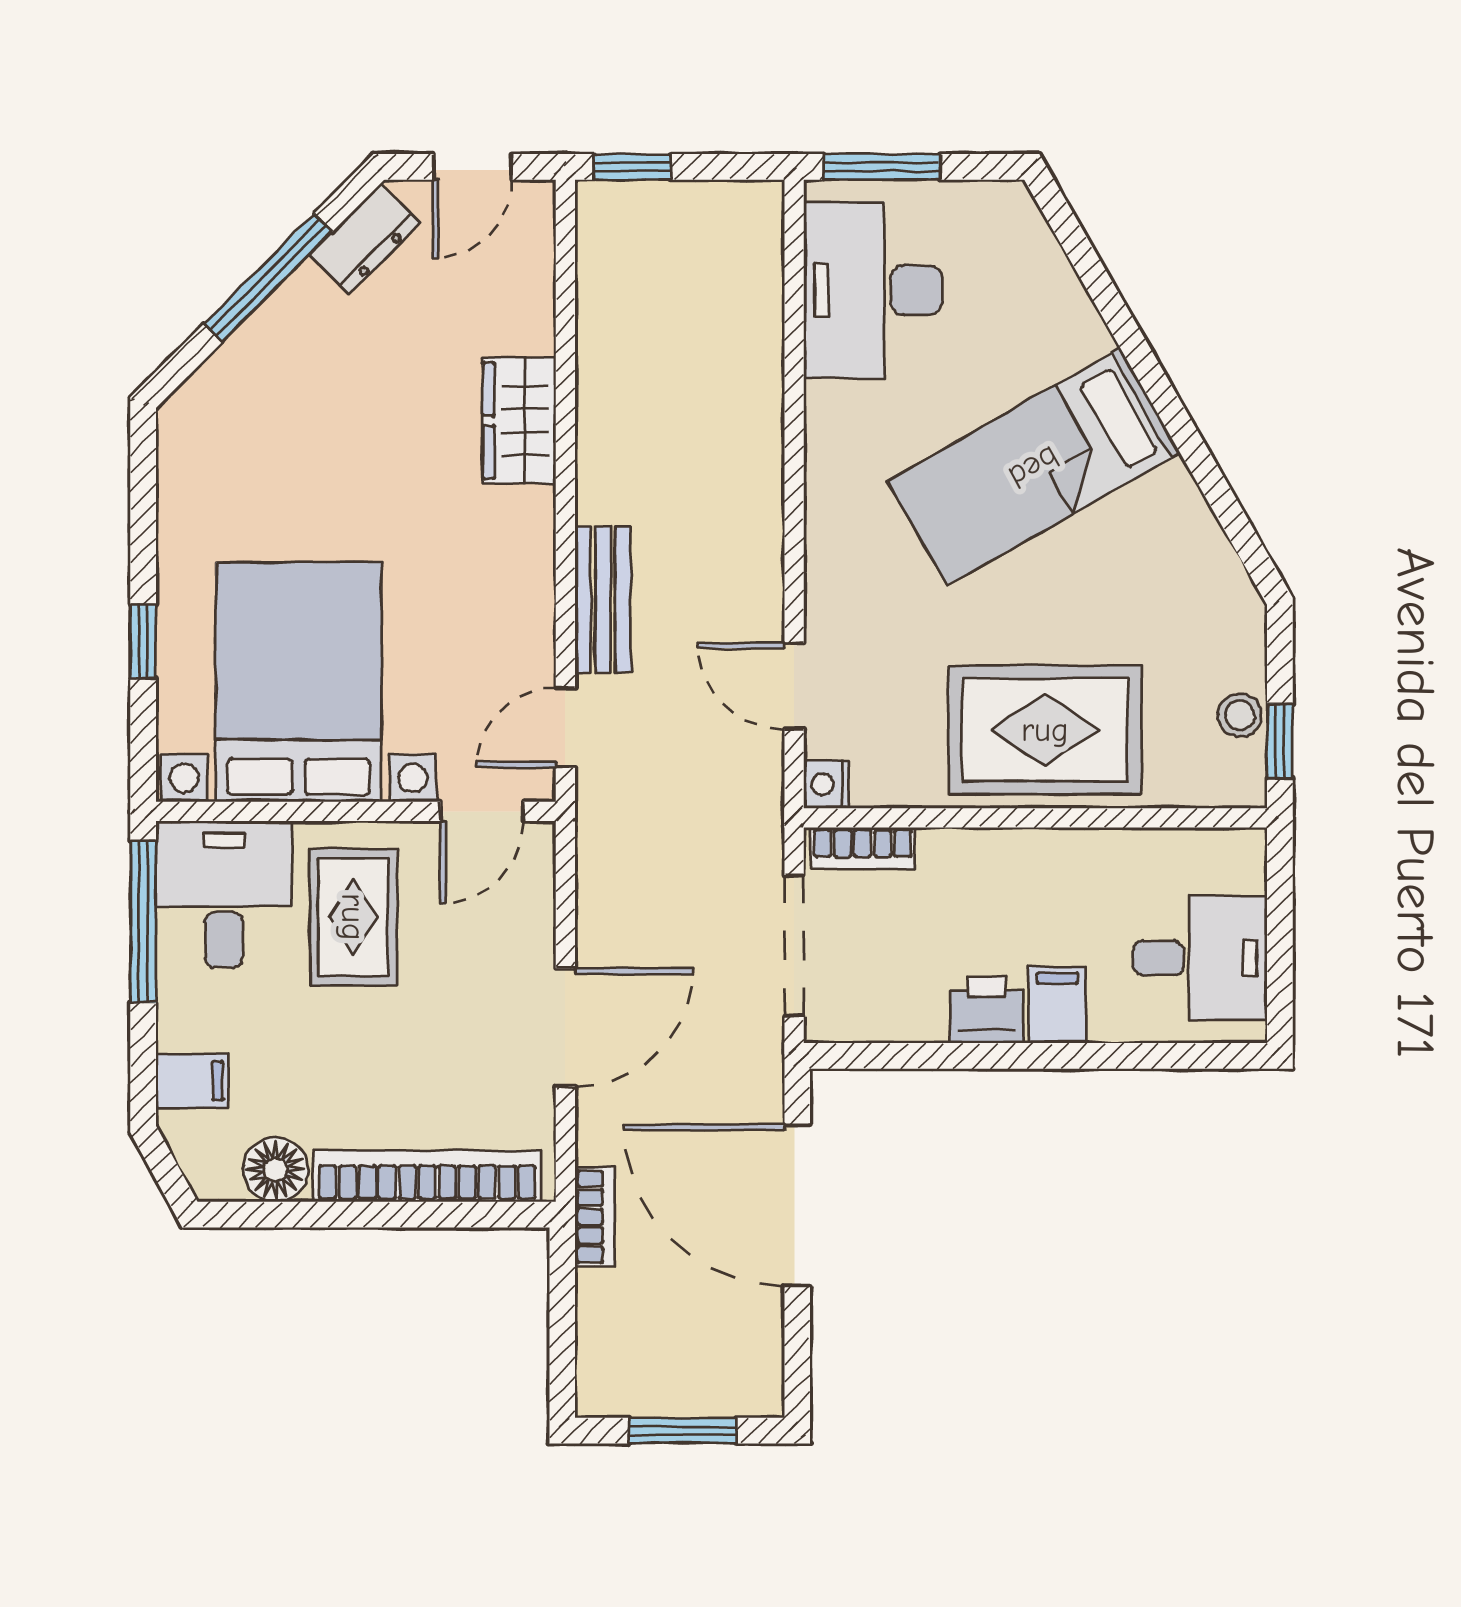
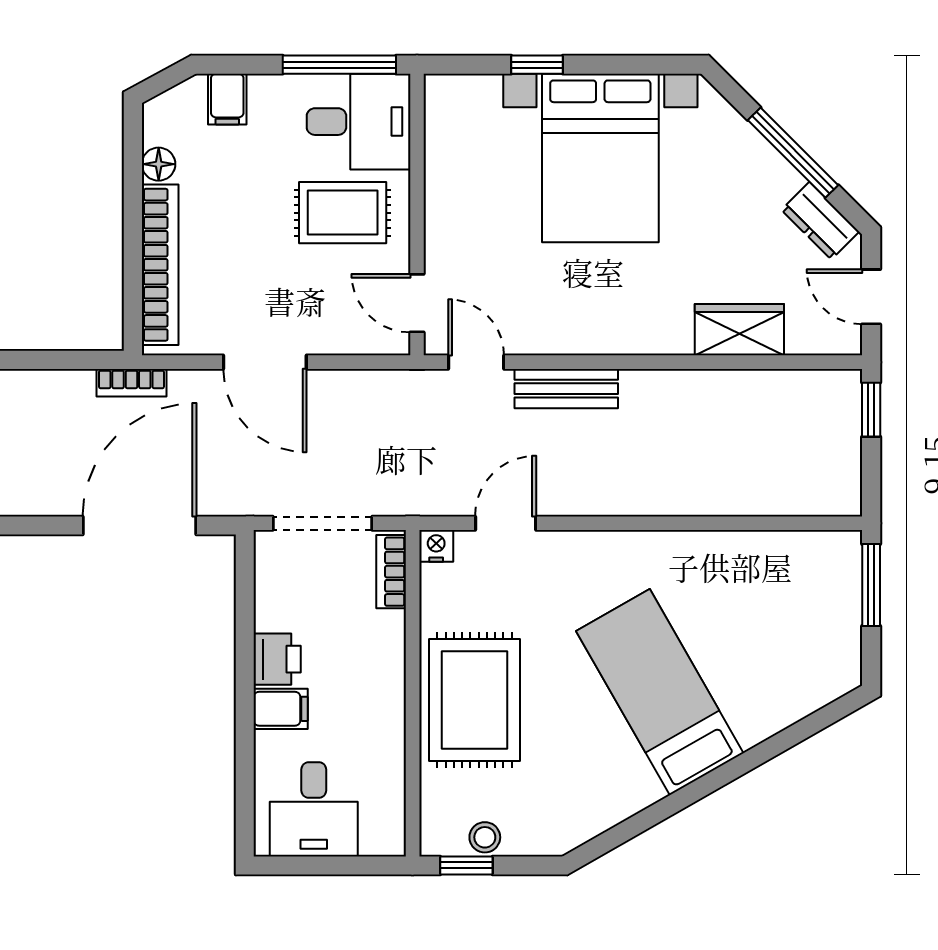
desk: (873, 290) -> (784, 579), removed
wardrobe: (519, 421) -> (739, 330), moved
bed with nightstands: (299, 682) -> (600, 158), moved, turned 90
floor lamp: (276, 1170) -> (159, 164), width x0.73, depth x0.73

